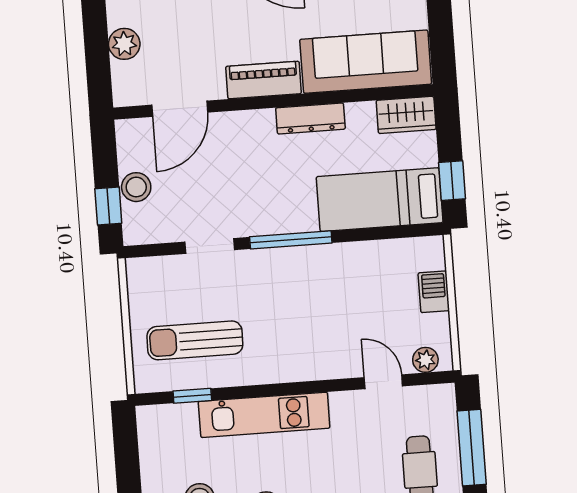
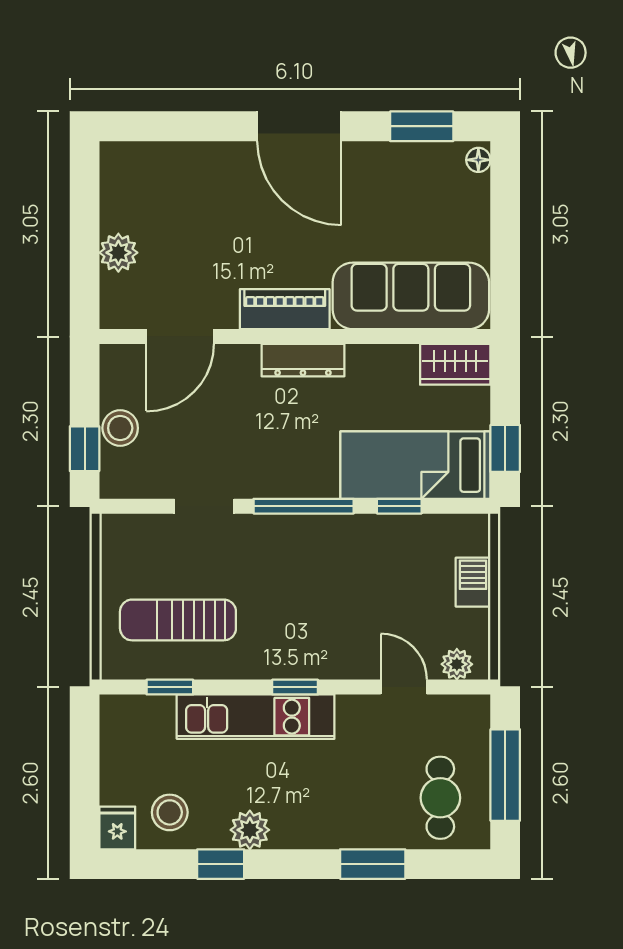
dresser: (310, 118) -> (303, 360), moved
window: (369, 234) -> (399, 506), added
window: (295, 388) -> (295, 687), added

